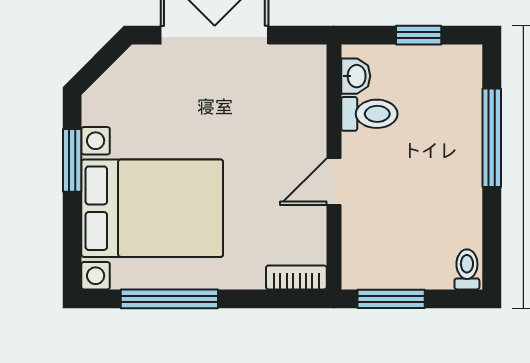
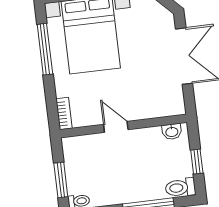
toilet: (369, 114) -> (180, 188), moved, turned 90
window: (391, 299) -> (61, 180), moved

